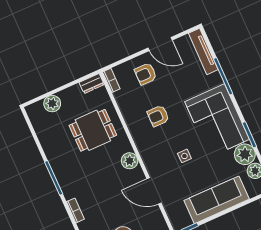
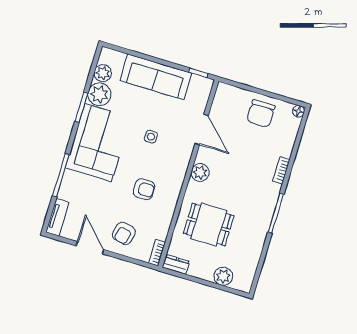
tv unit: (203, 51) -> (57, 217), width x0.71
armchair: (146, 74) -> (124, 233), turned 103

